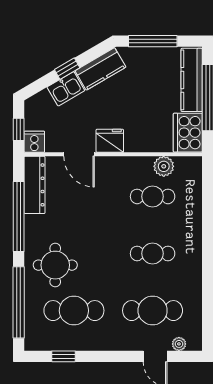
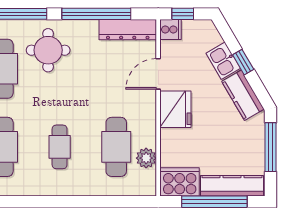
fridge: (110, 141) -> (175, 109), width x1.36, depth x1.34
cafe table: (153, 196) -> (116, 147), width x1.37, depth x1.35

